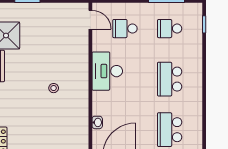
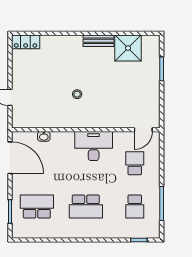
school desk: (170, 29) -> (135, 207), turned 180
school desk: (170, 79) -> (86, 207), turned 180

